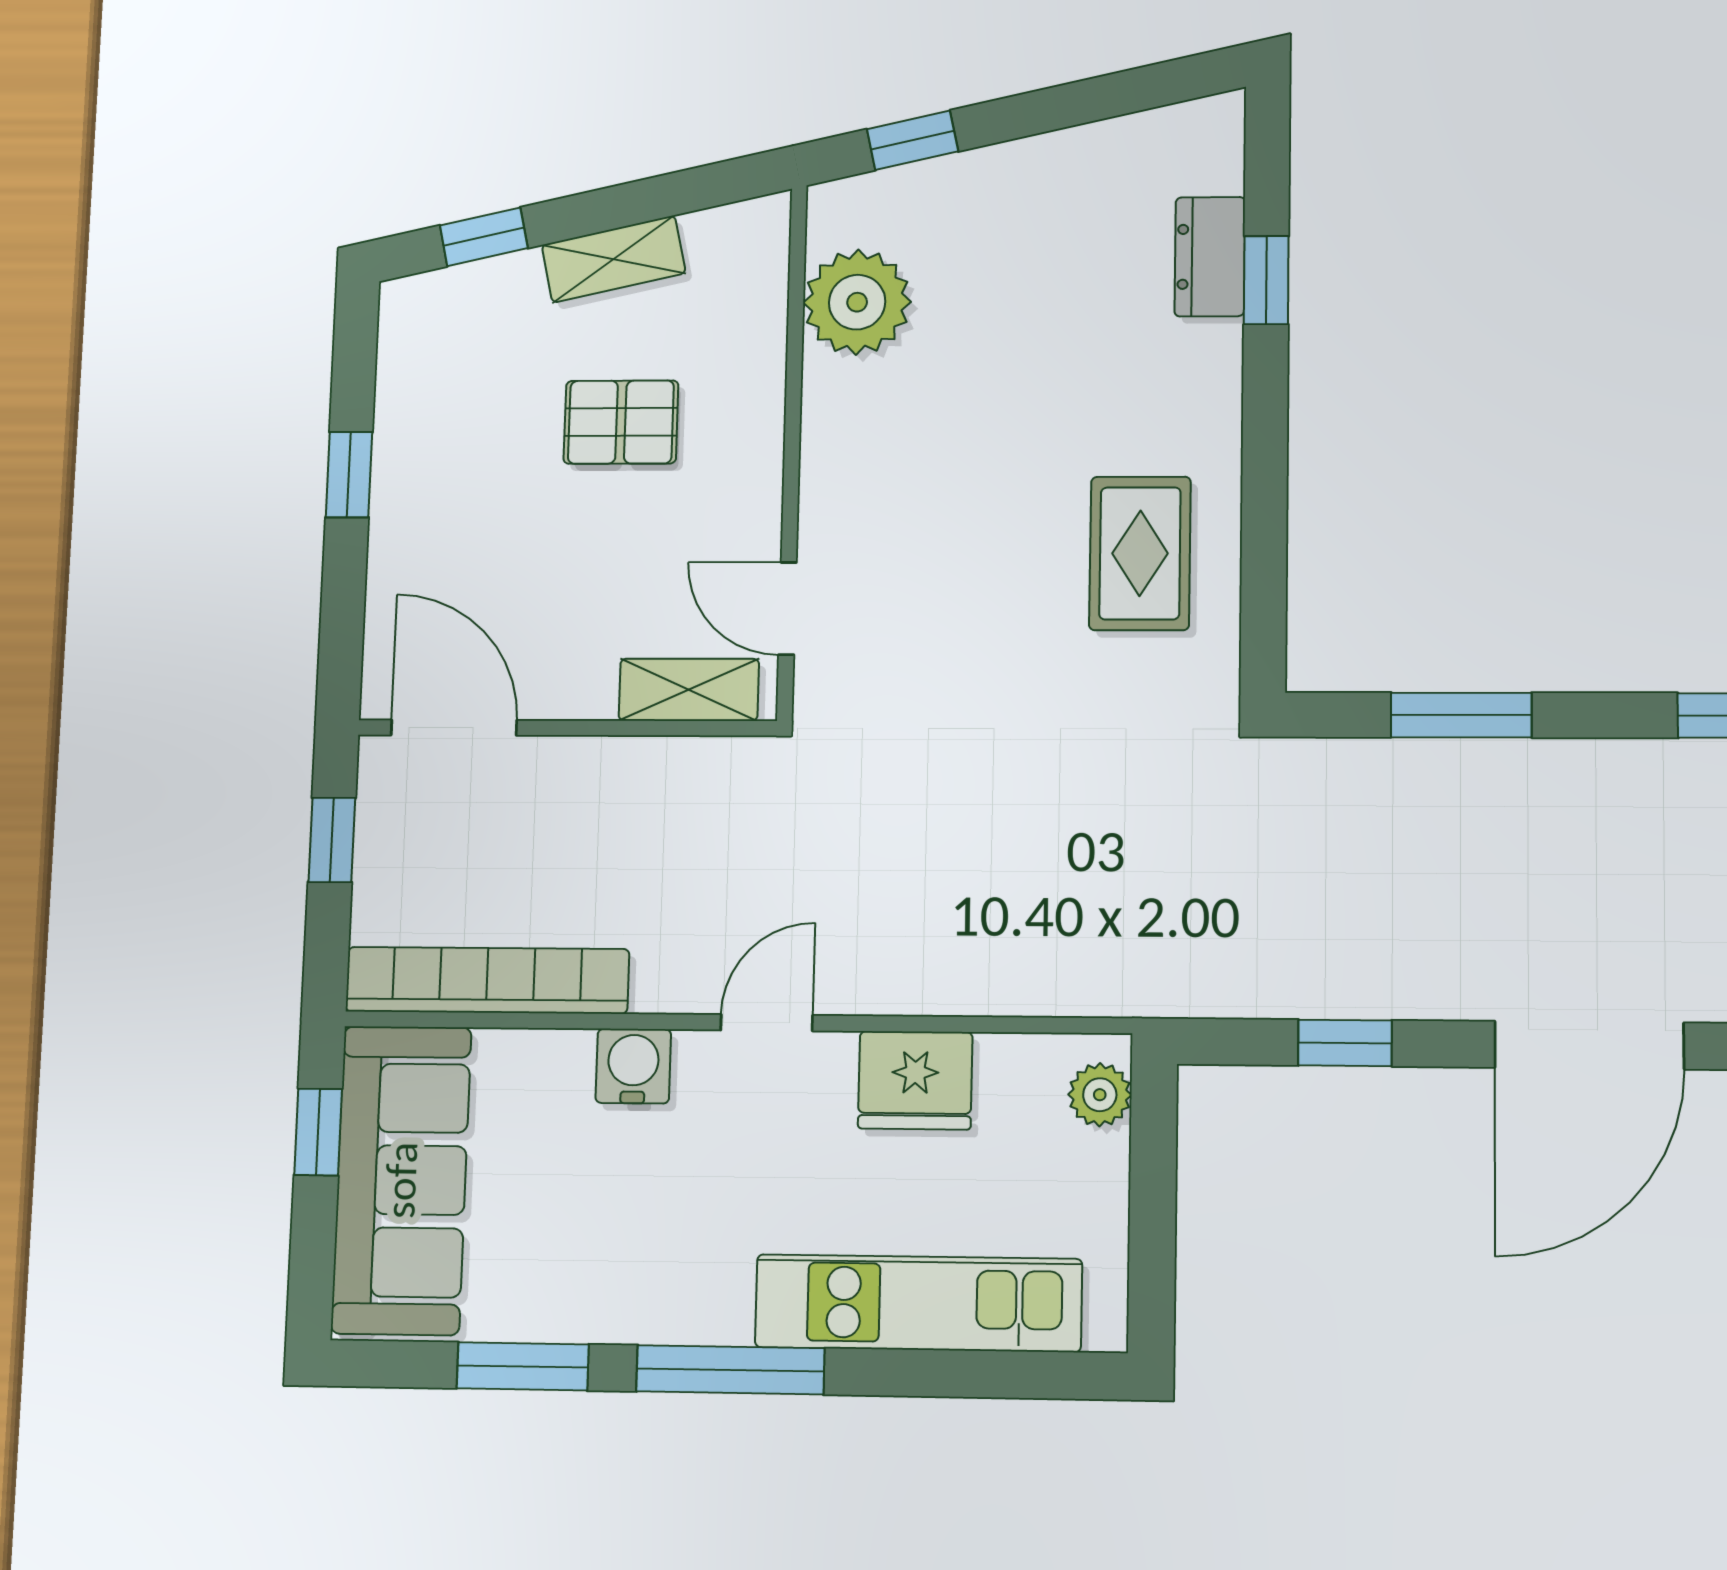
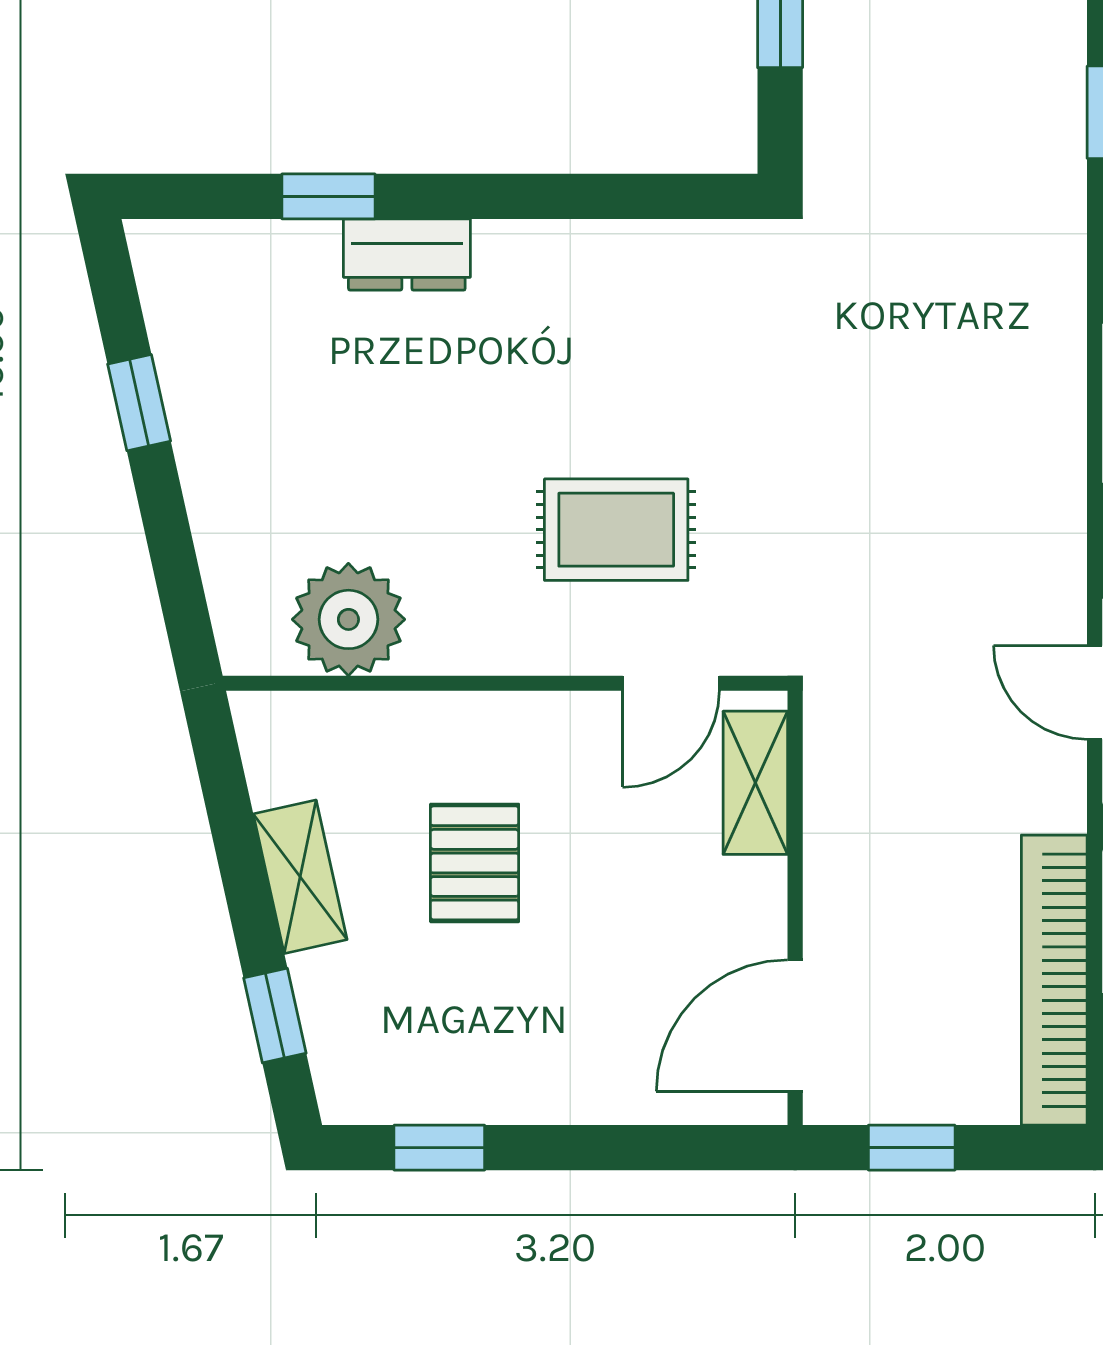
window: (913, 140) -> (139, 403), moved
dresser: (1210, 257) -> (407, 255), moved
window: (349, 475) -> (439, 1148), moved
rug: (1140, 553) -> (616, 530), moved

